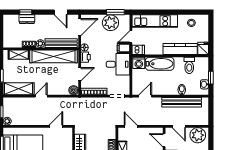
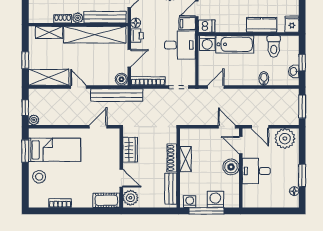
kitchen counter: (180, 49) -> (262, 25), width x0.67
door: (41, 96) -> (78, 87), hinge flipped
bench: (182, 102) -> (117, 95), moved
window: (211, 111) -> (302, 107), added
door: (131, 126) -> (227, 127), moved

